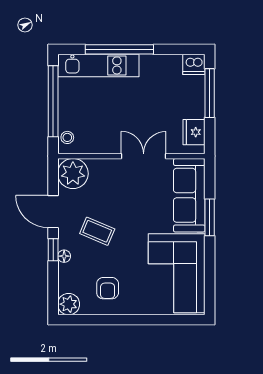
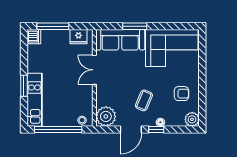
window: (119, 49) -> (24, 86), width x0.47

